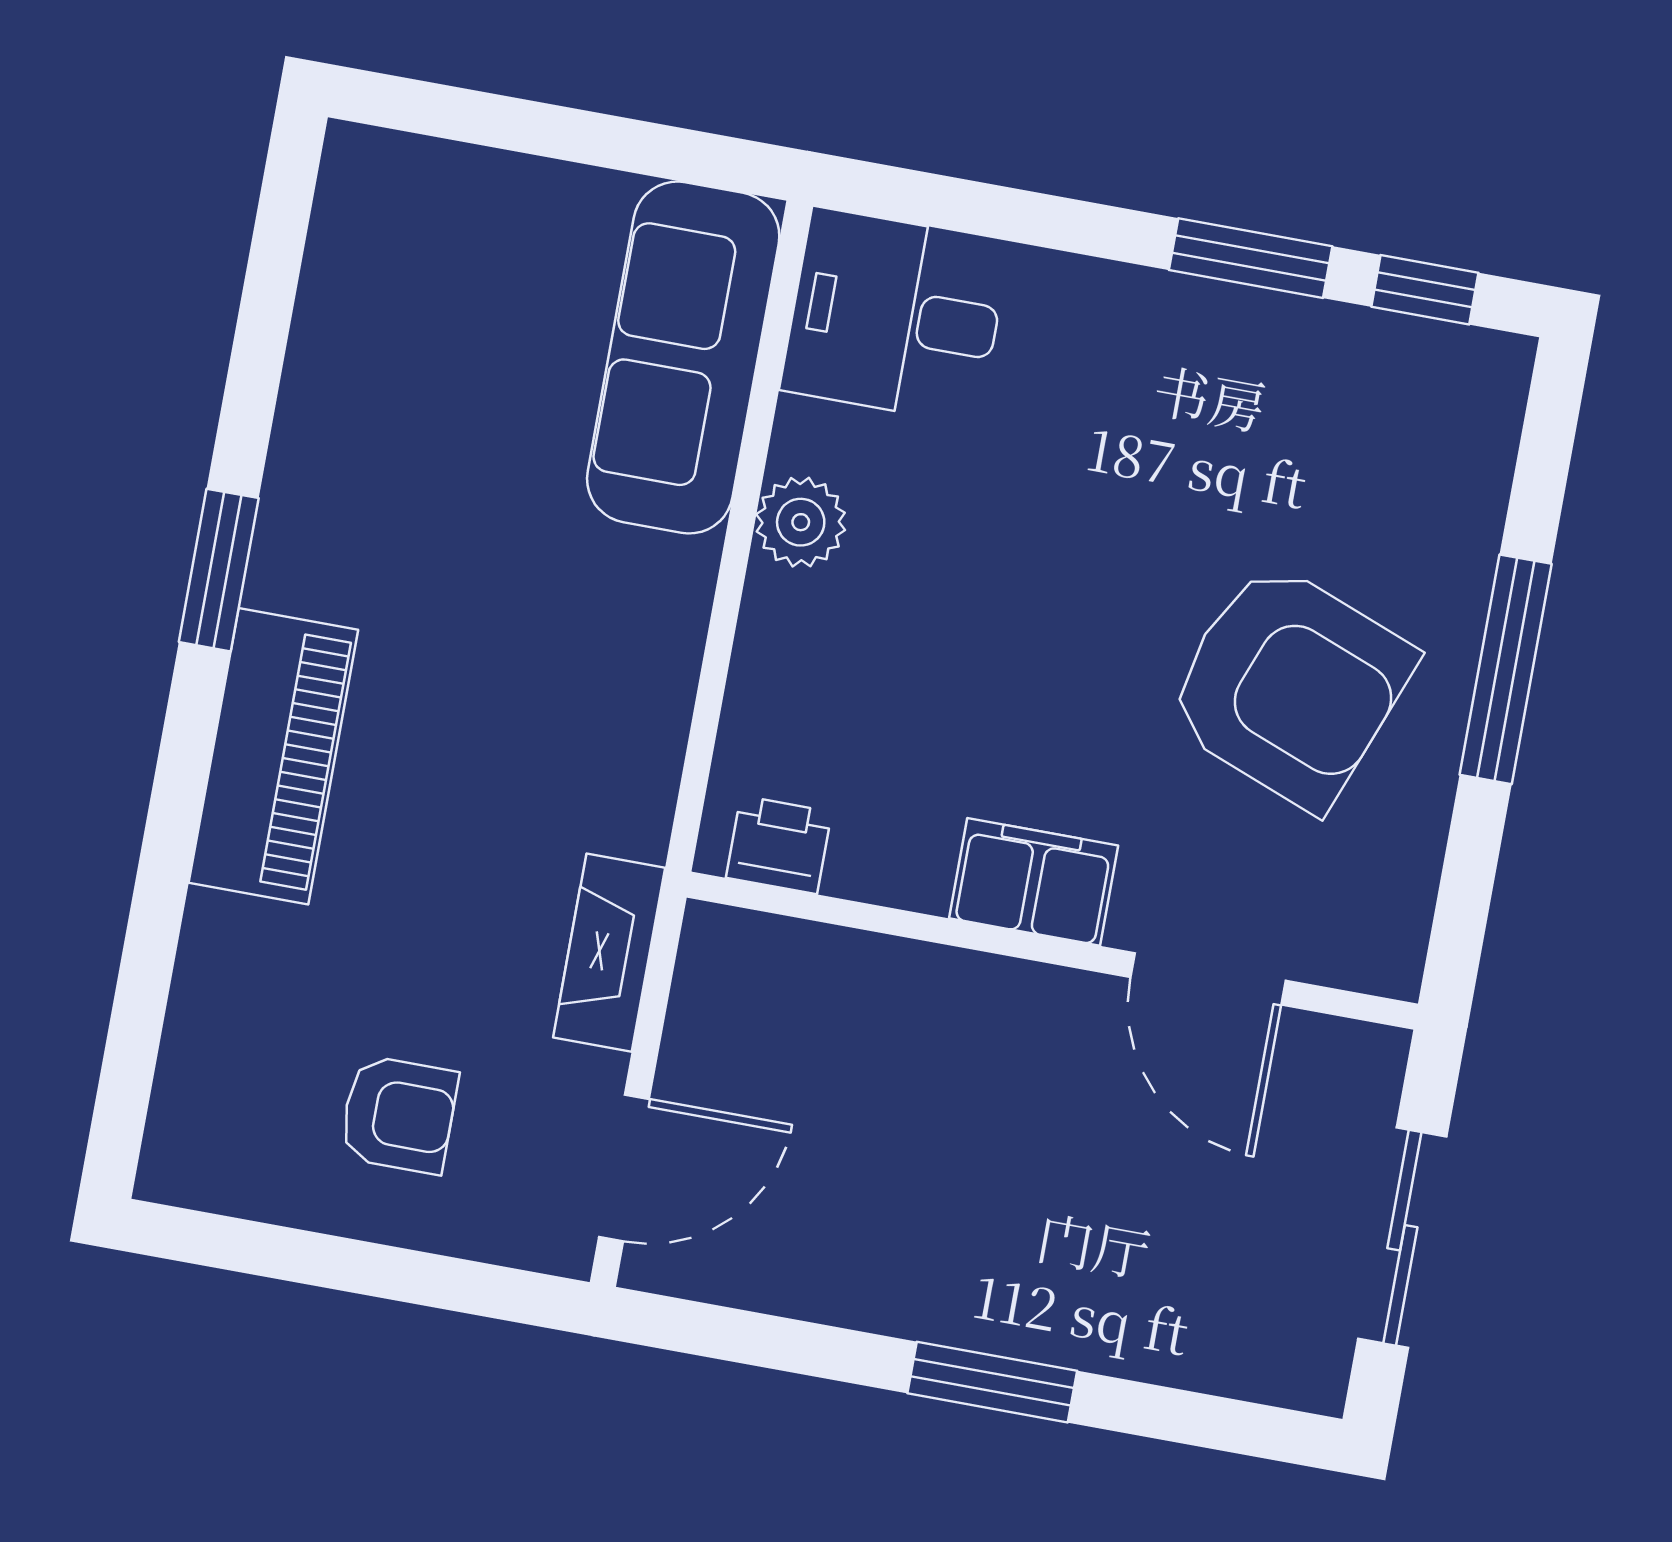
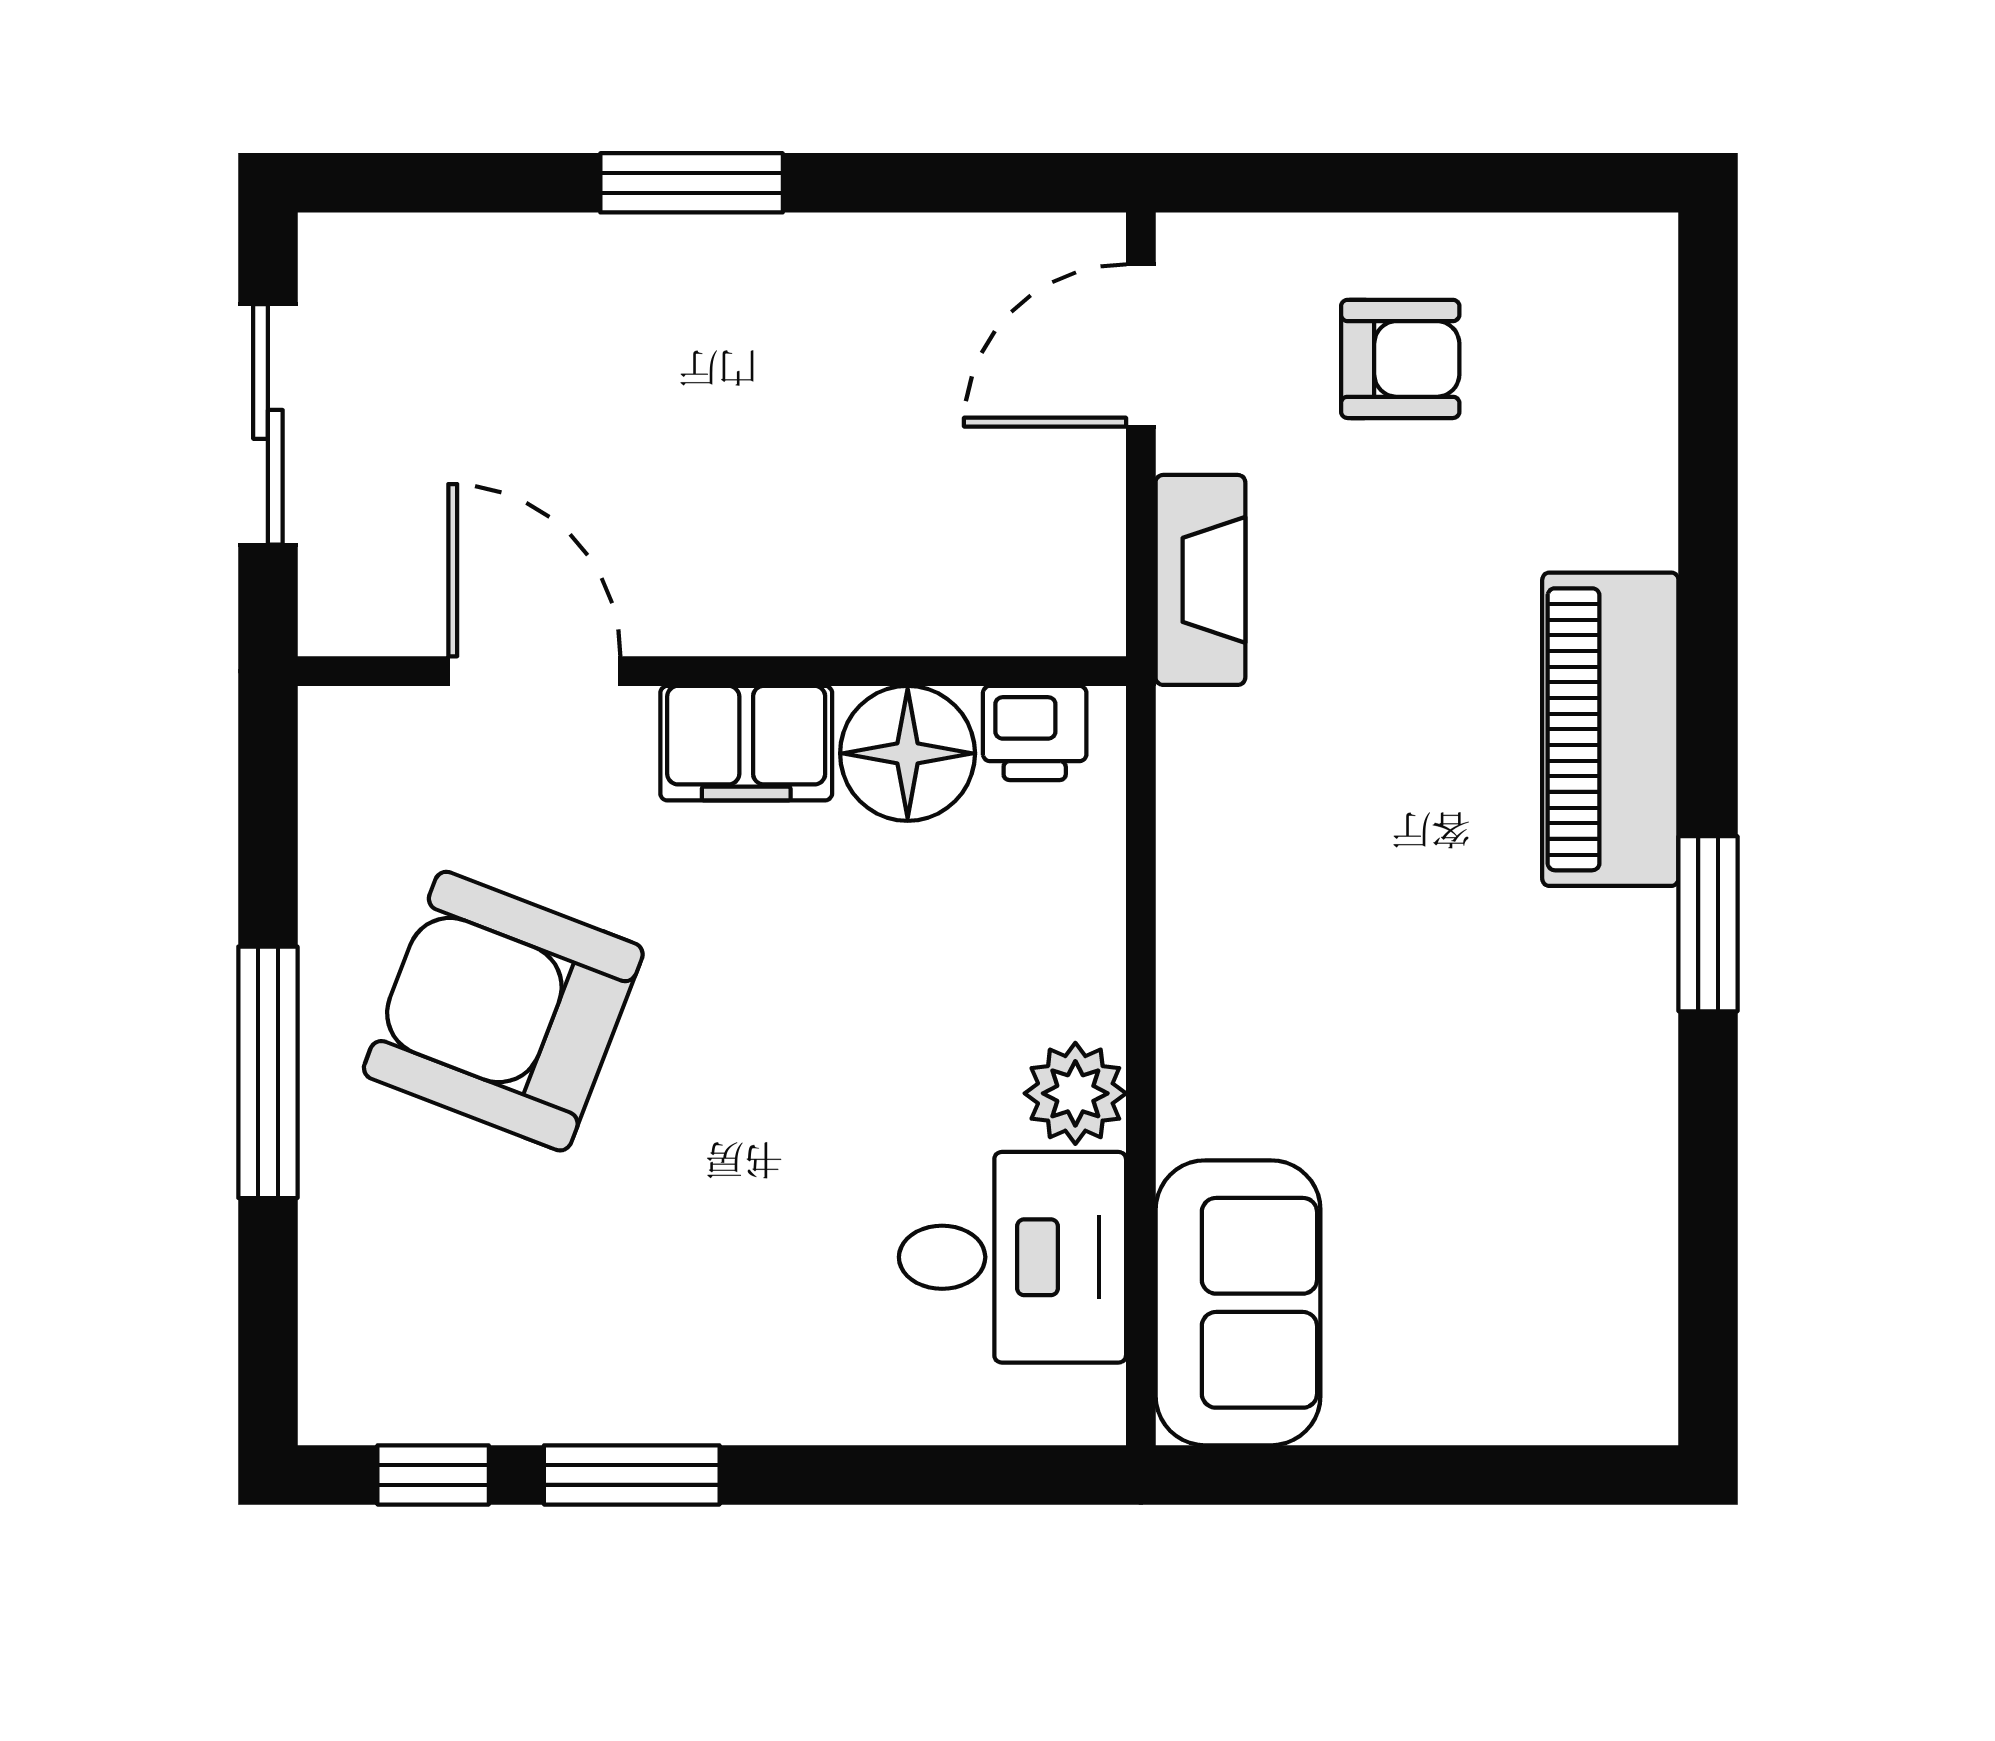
desk: (895, 316) -> (1013, 1257), moved
sofa: (683, 358) -> (1238, 1303), width x0.73
floor lamp: (894, 847) -> (908, 753), added
armchair: (399, 1115) -> (1400, 359), turned 180

